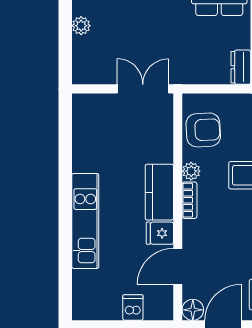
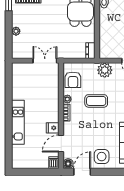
armchair: (203, 130) -> (73, 80), turned 93
kitchen counter: (159, 192) -> (52, 109), removed
dishwasher: (133, 308) -> (53, 163), moved

